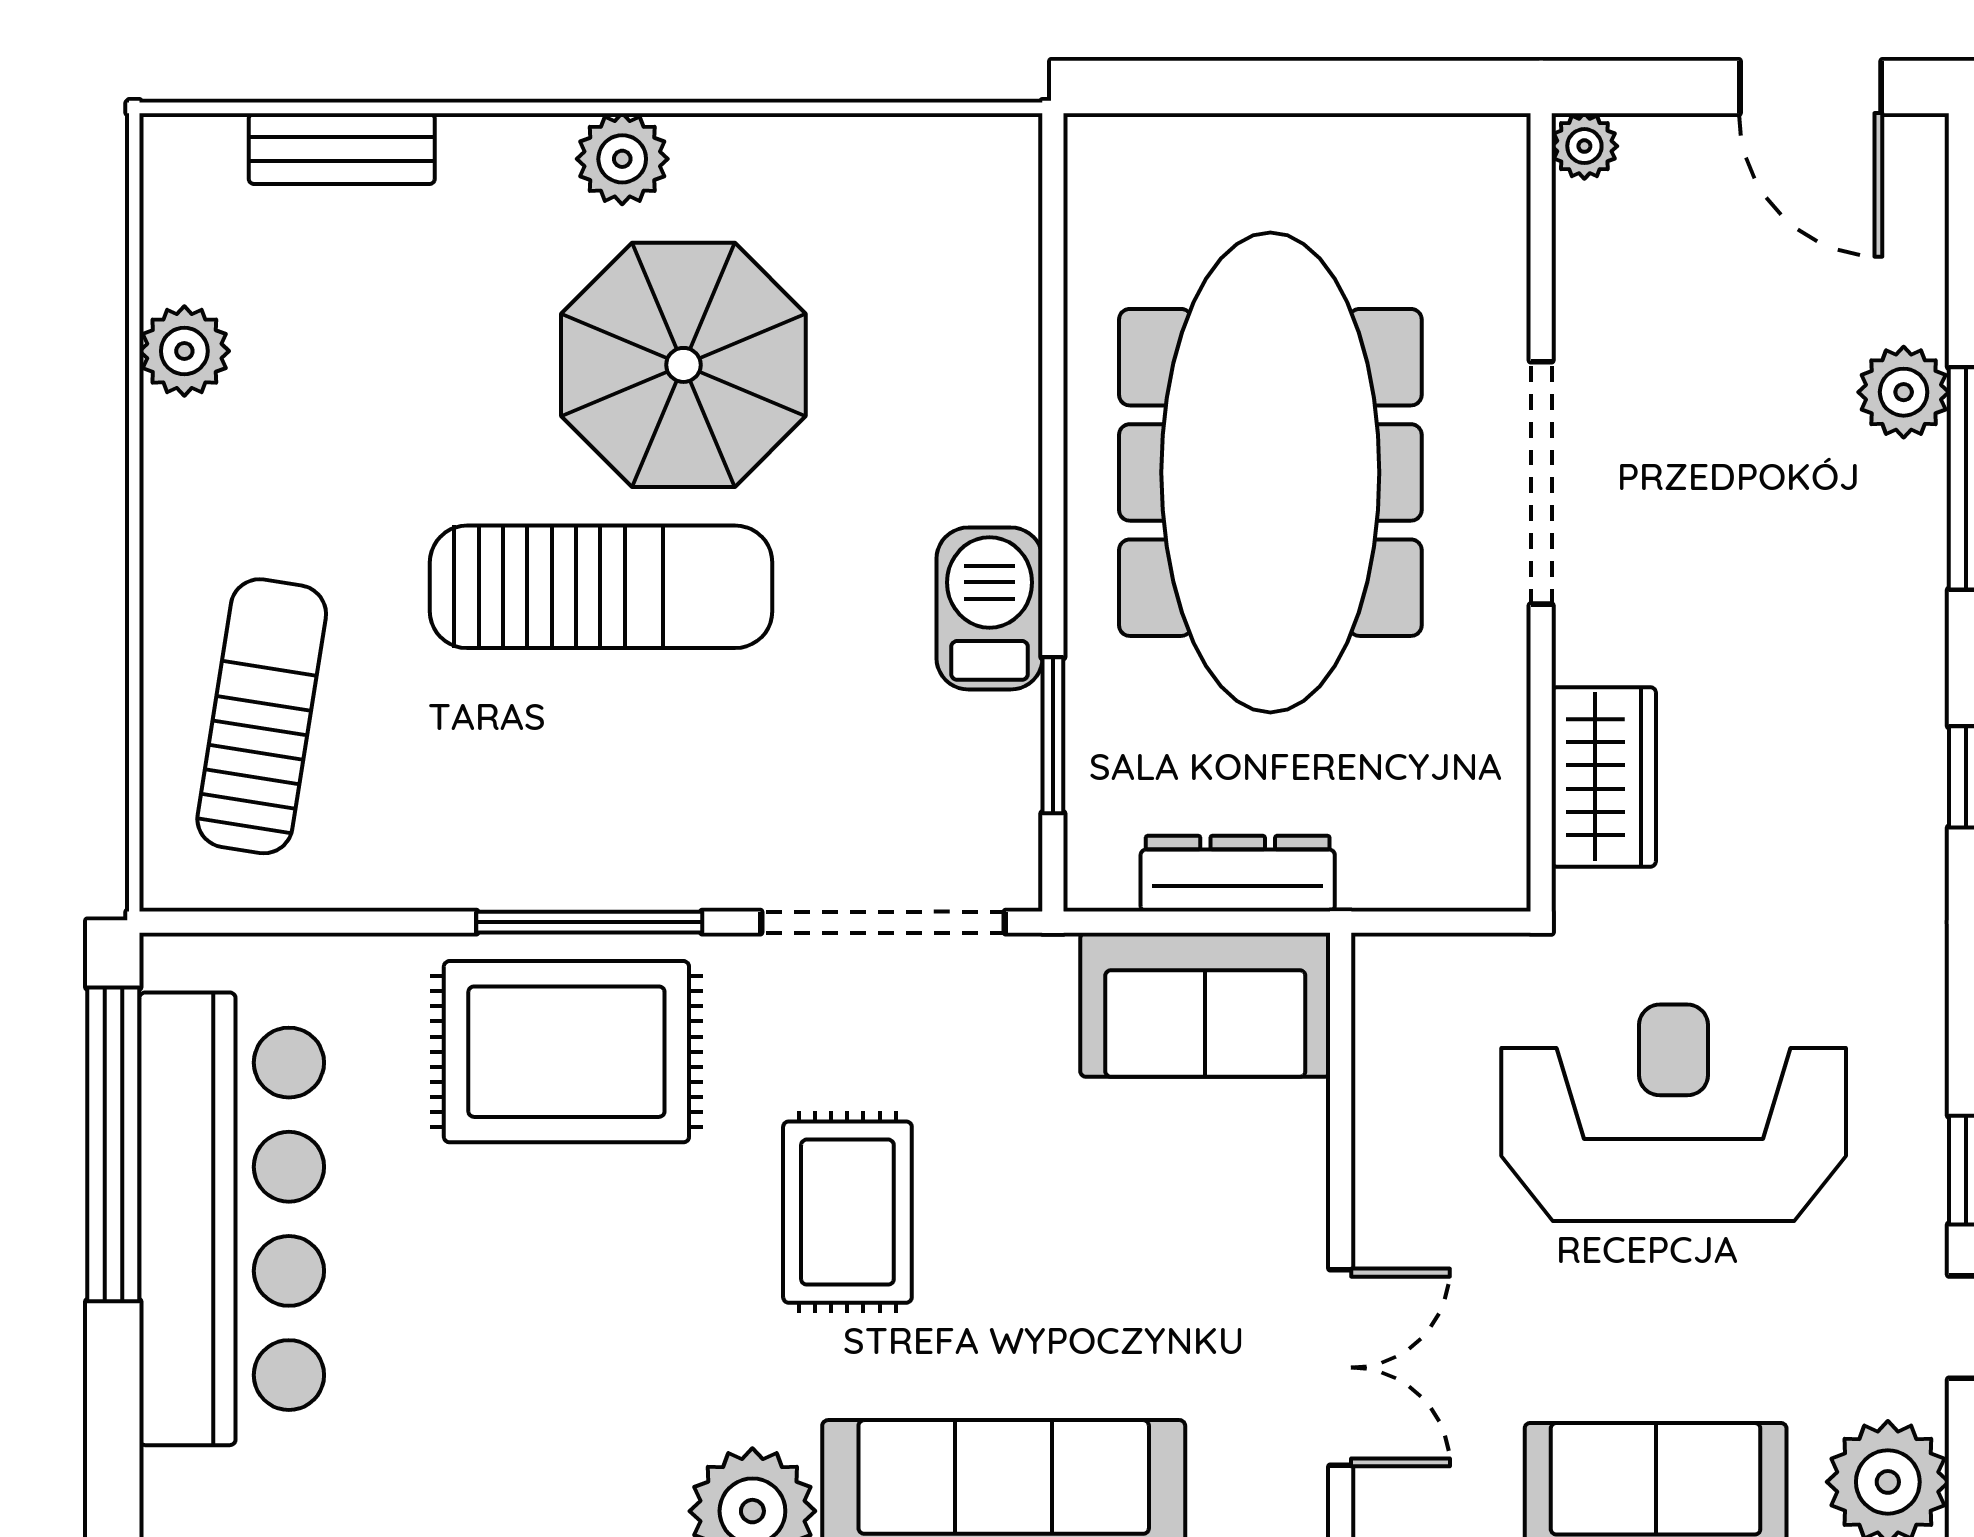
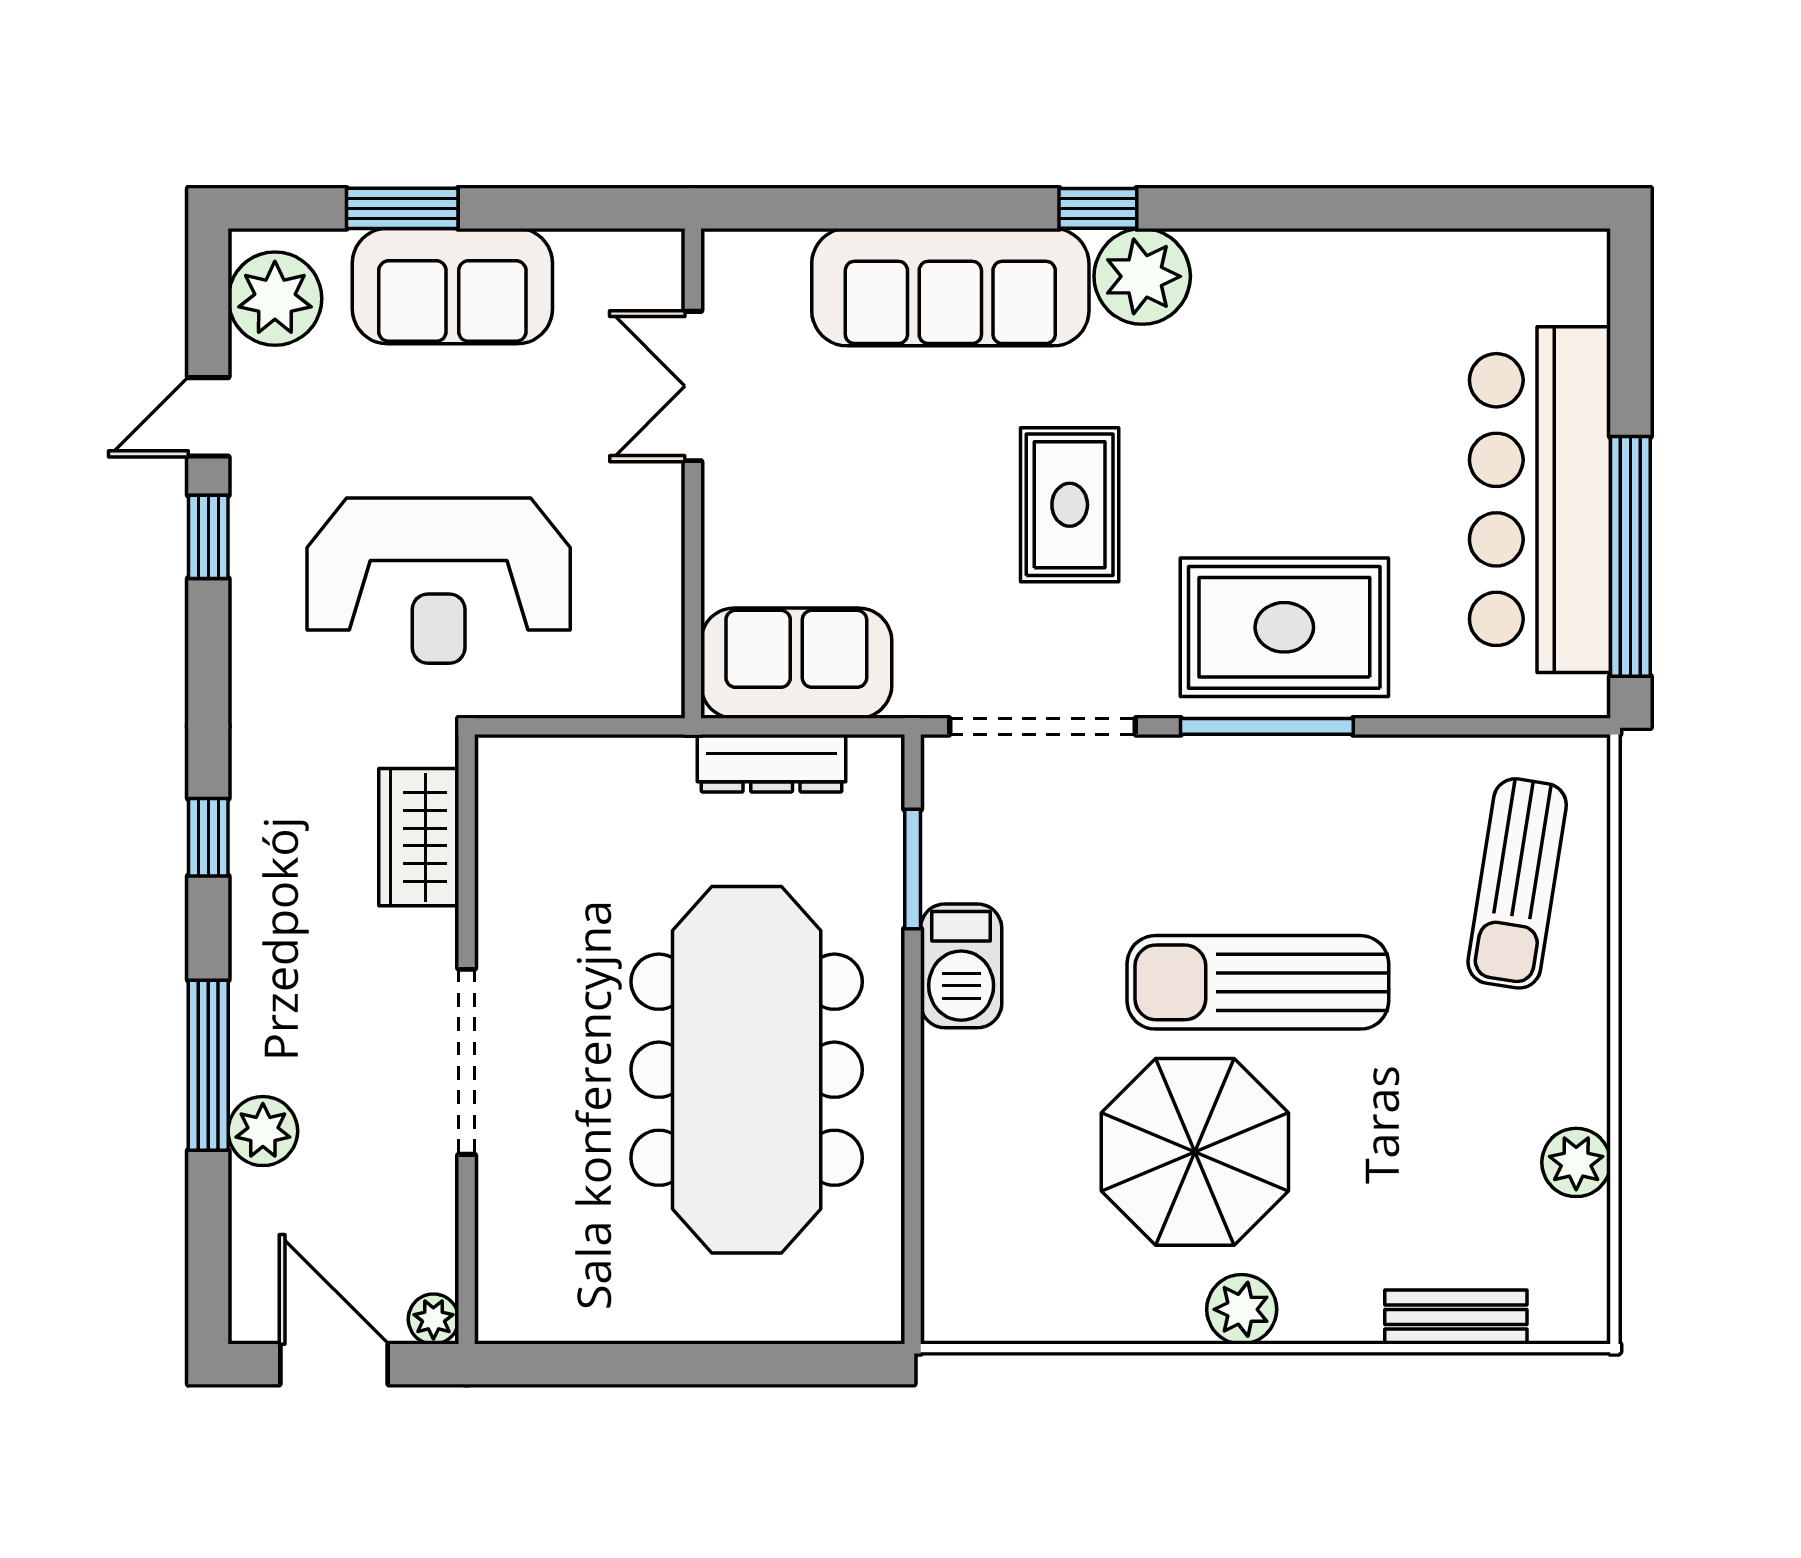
plant: (1584, 146) -> (433, 1319), moved
doorway: (1541, 483) -> (467, 1062), moved
wall: (1541, 512) -> (467, 1039), moved
wardrobe: (1604, 777) -> (419, 837), moved

